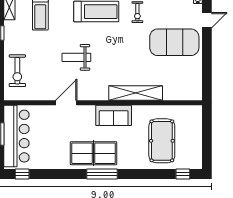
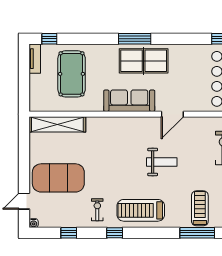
shelving: (136, 93) -> (57, 124), moved
sofa: (114, 115) -> (129, 101), width x1.36
tv unit: (197, 155) -> (35, 59), added

